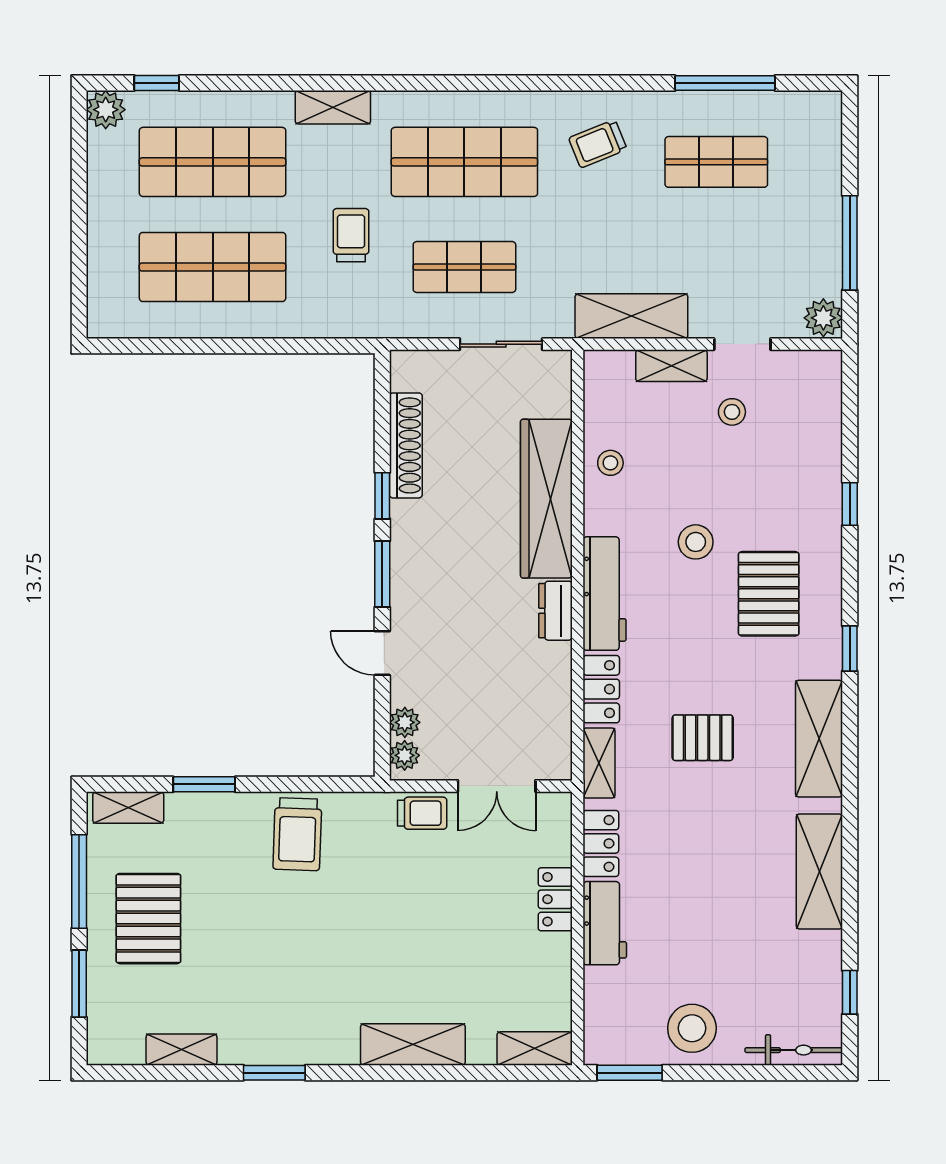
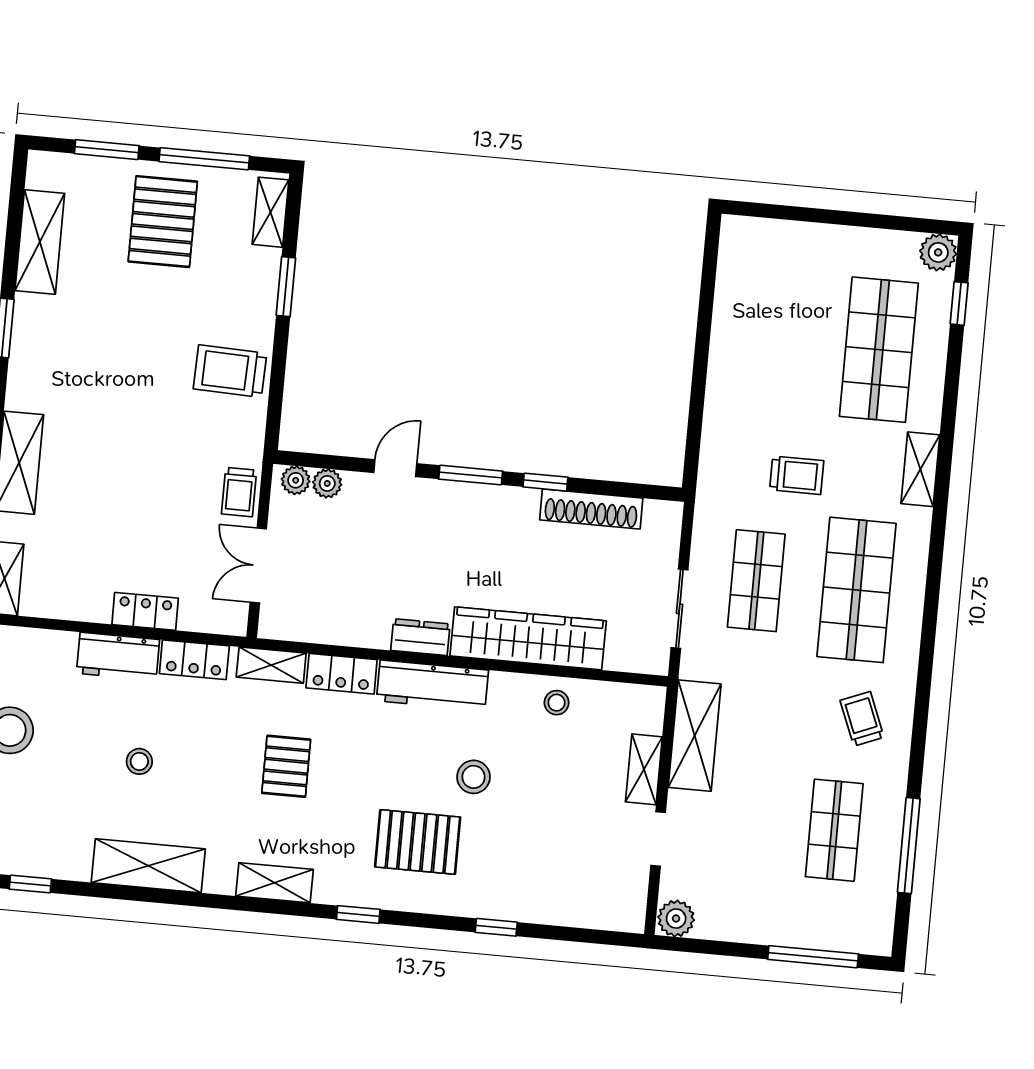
window: (850, 243) -> (813, 957), moved
shop shelf: (213, 267) -> (779, 340), removed
stool: (732, 412) -> (139, 761), moved
shelving: (819, 739) -> (275, 883), width x0.67, depth x0.75
pallet: (148, 919) -> (163, 222), turned 90
shelving: (181, 1050) -> (40, 242), width x1.50, depth x1.33

